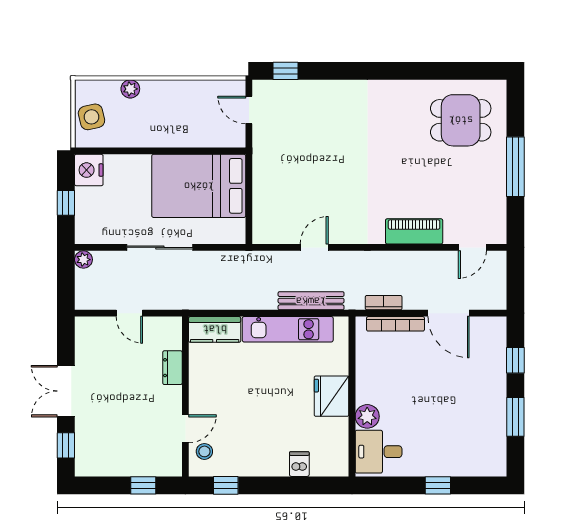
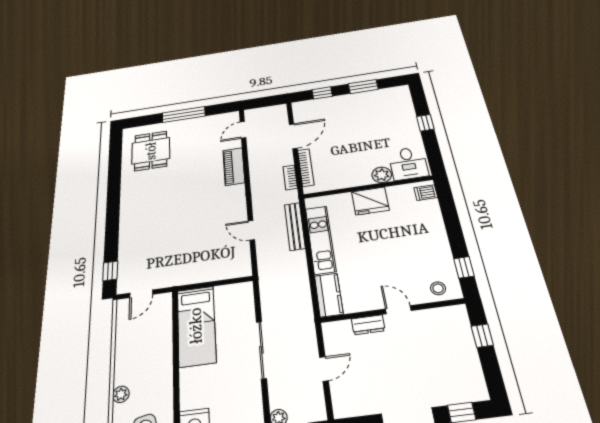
bed: (199, 186) -> (196, 326), width x0.67
door: (472, 247) -> (243, 130), swing flipped
door: (185, 429) -> (398, 310), moved
dishwasher: (299, 464) -> (426, 193), moved

